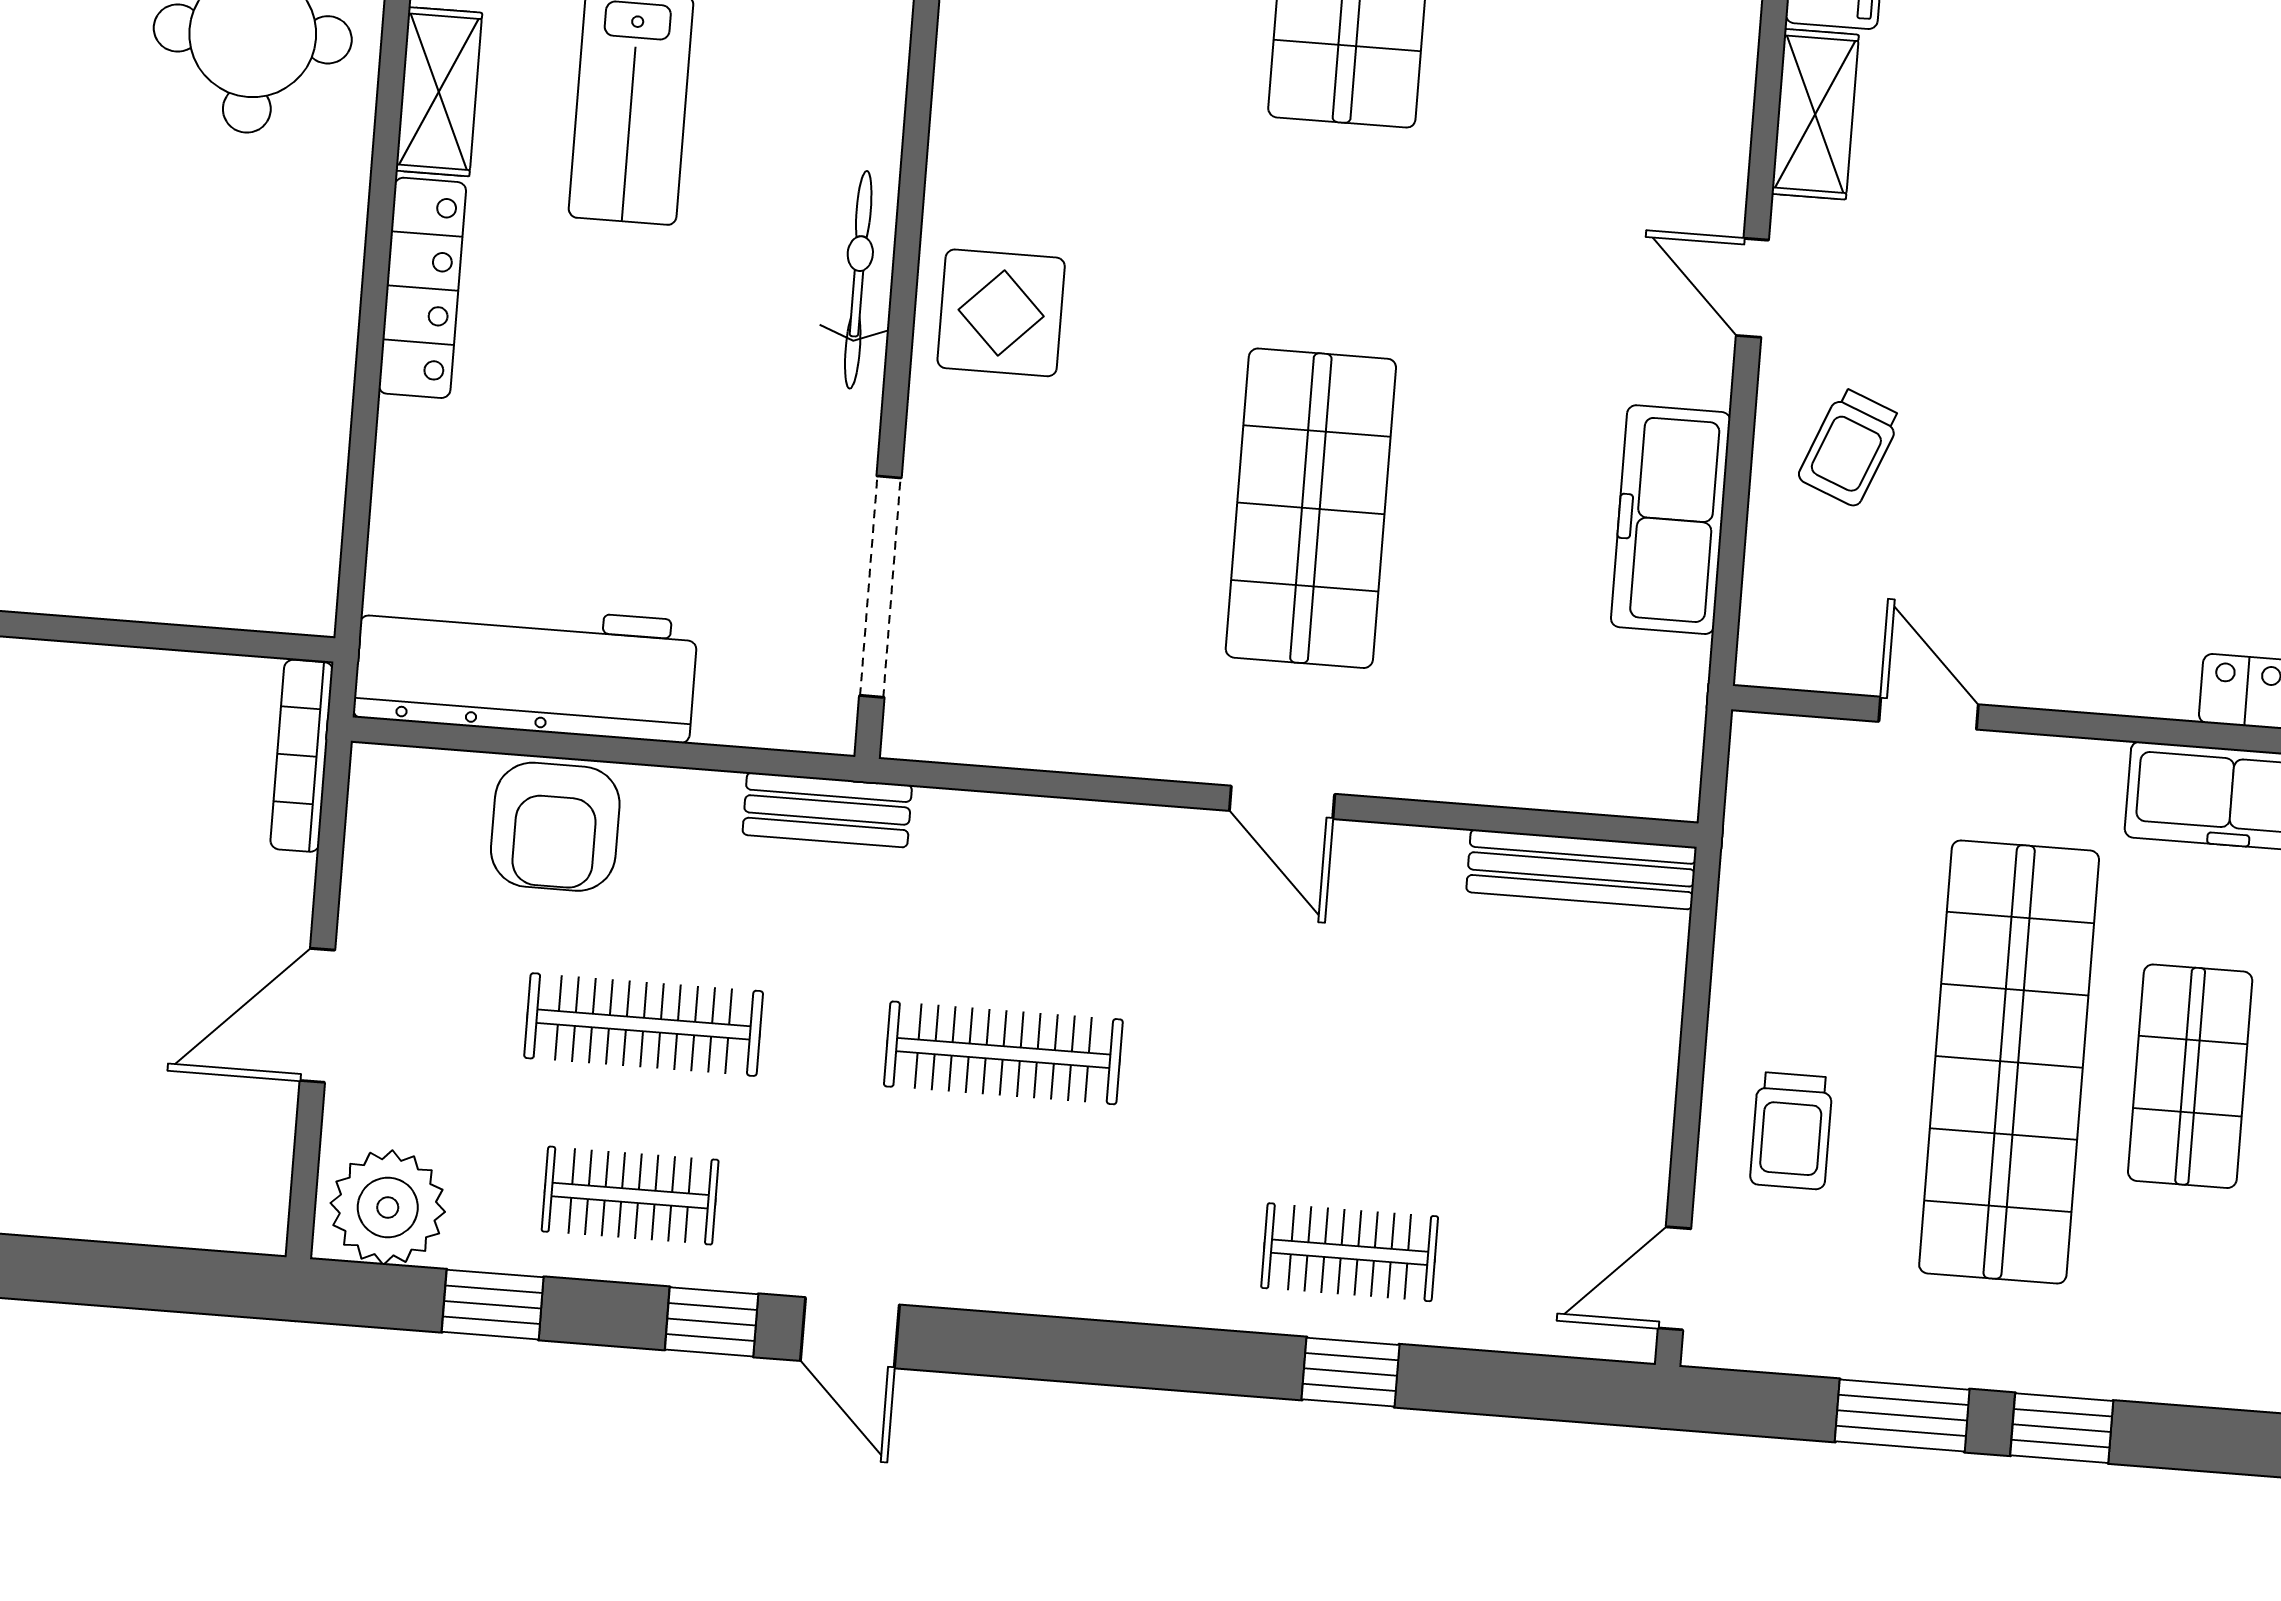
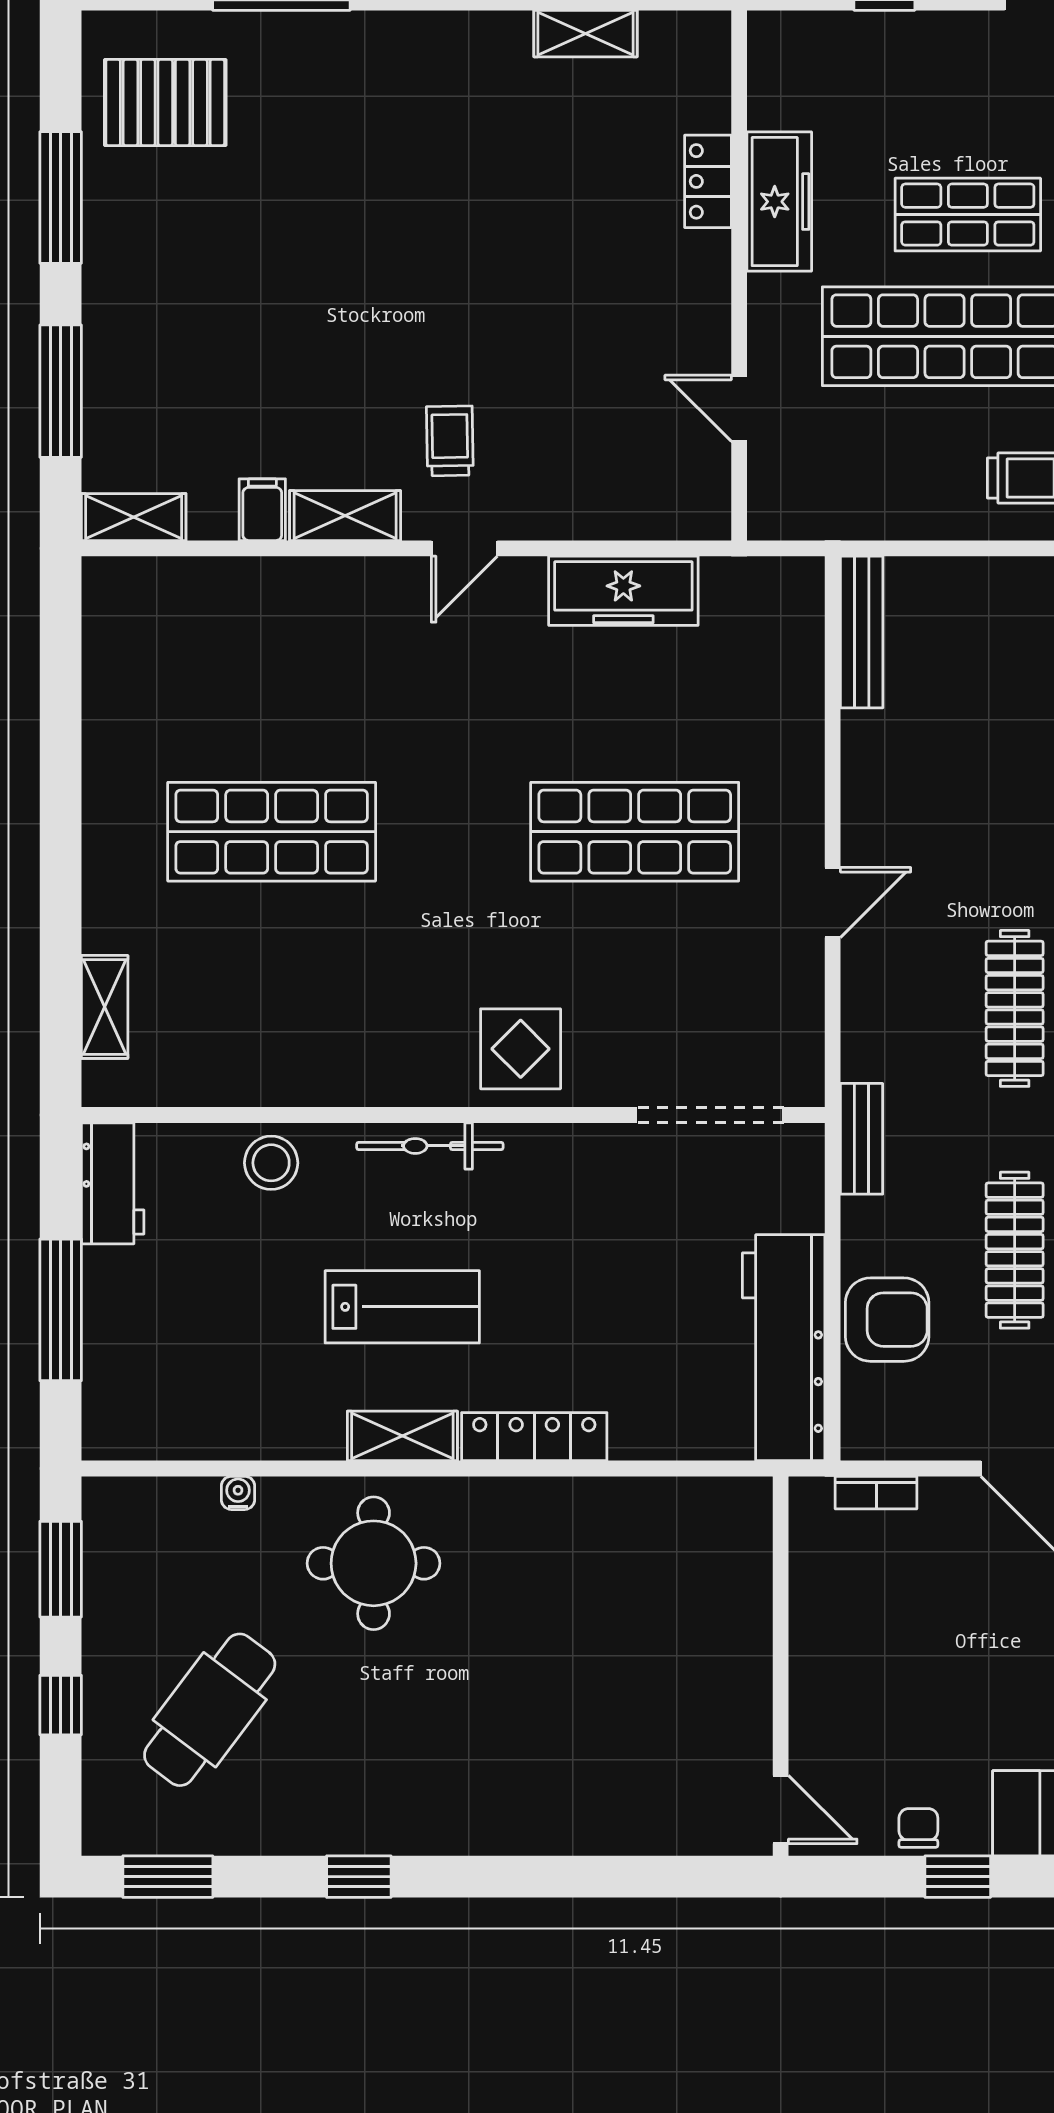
bicycle: (858, 280) -> (430, 1146), moved
trolley: (1850, 447) -> (450, 441), moved, turned -113
door: (1929, 713) -> (739, 408), hinge flipped
bookcase: (302, 756) -> (876, 1493), width x0.64
door: (1282, 802) -> (833, 903), moved

